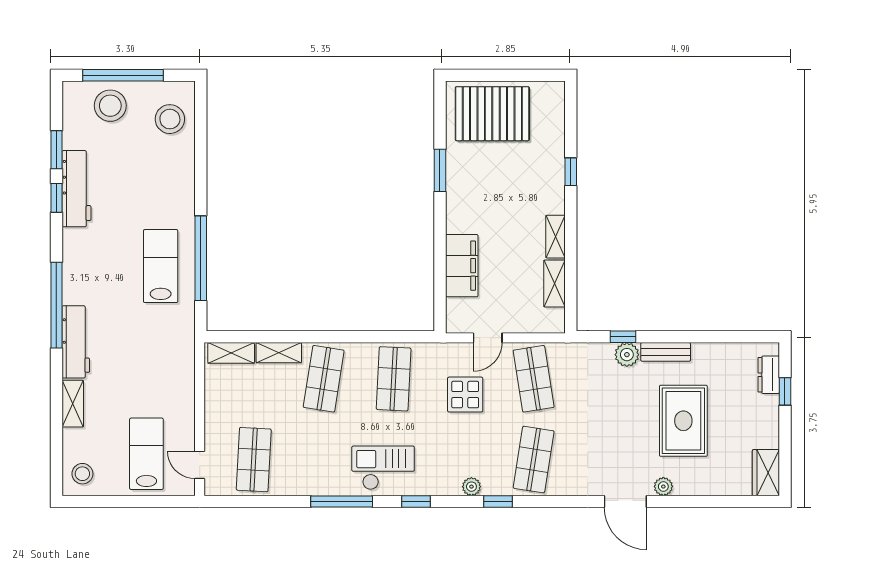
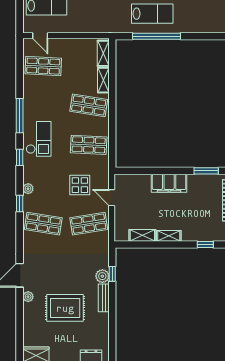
filing cabinet: (462, 266) -> (169, 183), moved
door: (200, 465) -> (40, 36), swing flipped

